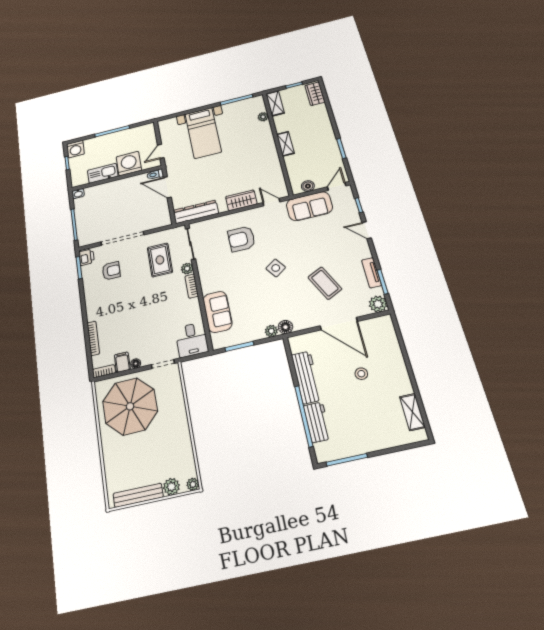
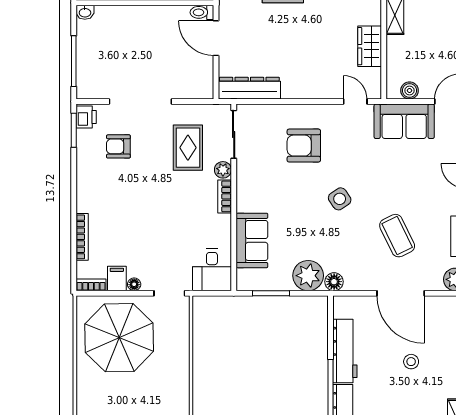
wardrobe: (241, 200) -> (370, 46), moved, turned -90
armchair: (111, 271) -> (118, 146), turned 180
plant: (271, 331) -> (308, 276), width x1.88, depth x1.88

